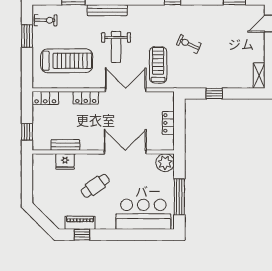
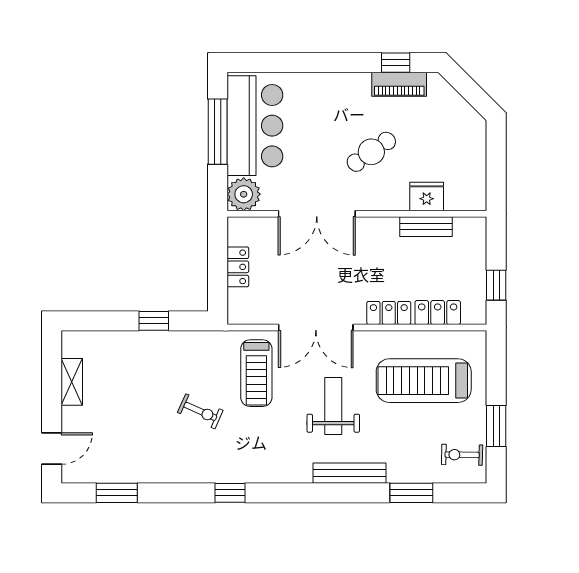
shelving: (259, 75) -> (72, 382), moved
locker: (45, 98) -> (438, 313), moved
window: (27, 132) -> (496, 285), moved
bar counter: (143, 214) -> (255, 126), moved, turned -90

